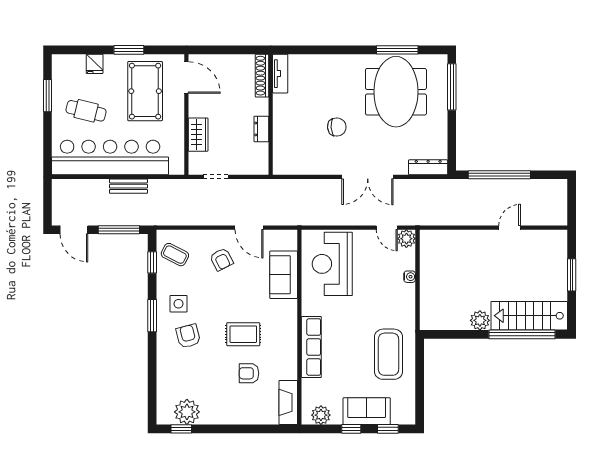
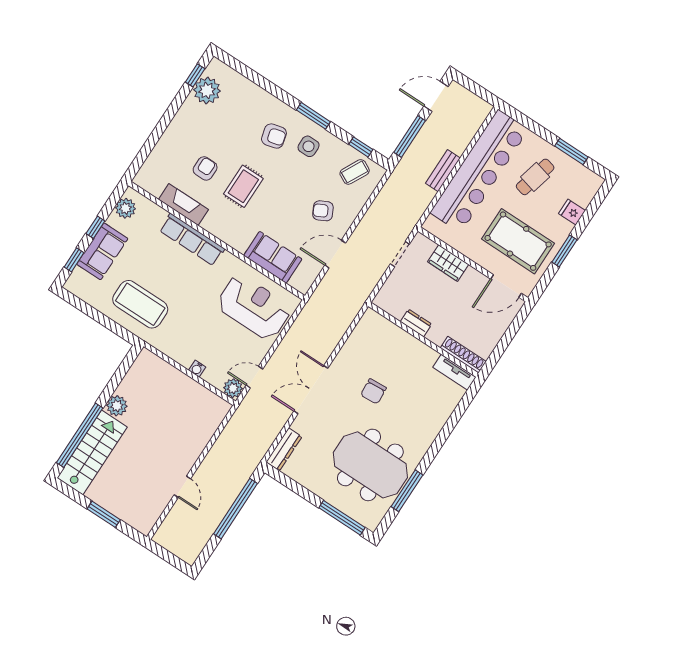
fireplace: (288, 402) -> (183, 204), moved

